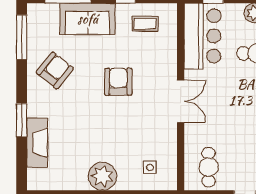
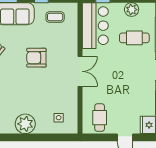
armchair: (118, 82) -> (36, 58), turned -90

